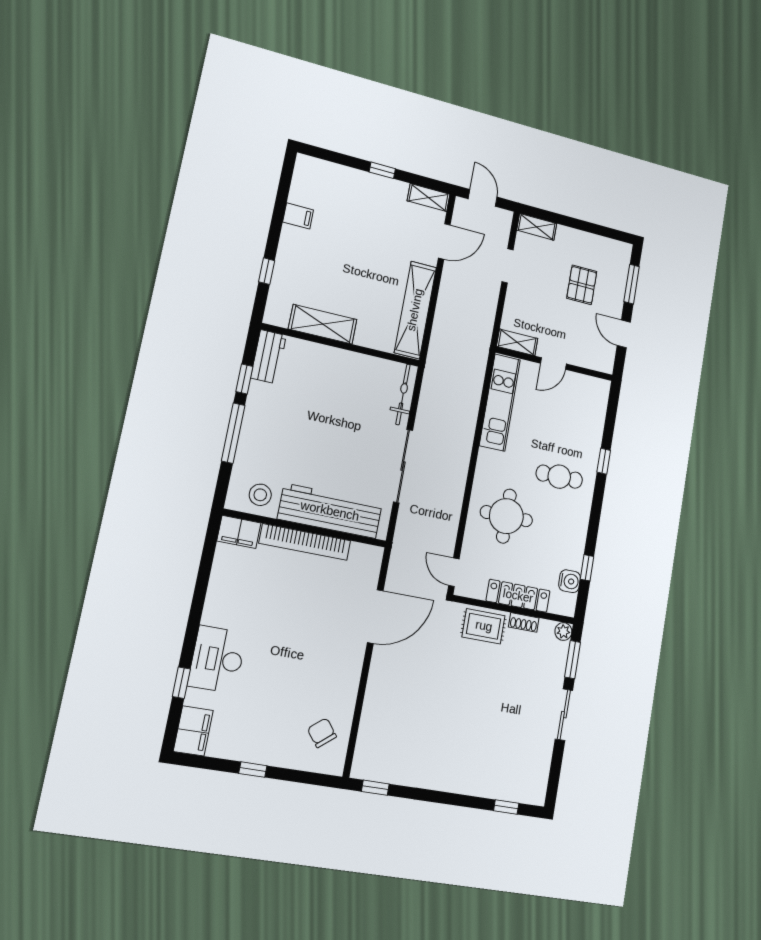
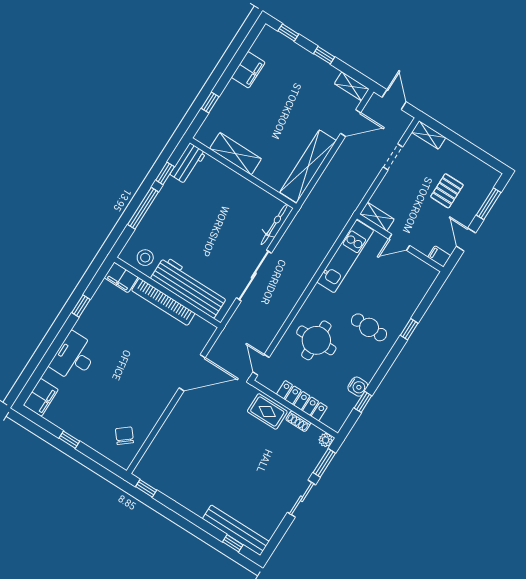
window: (329, 156) -> (288, 32), added
filing cabinet: (298, 216) -> (248, 70), width x2.00
filing cabinet: (603, 364) -> (439, 256), added
water cooler: (570, 581) -> (358, 387), moved
window: (181, 683) -> (81, 306), moved
bench: (504, 789) -> (236, 530), added

